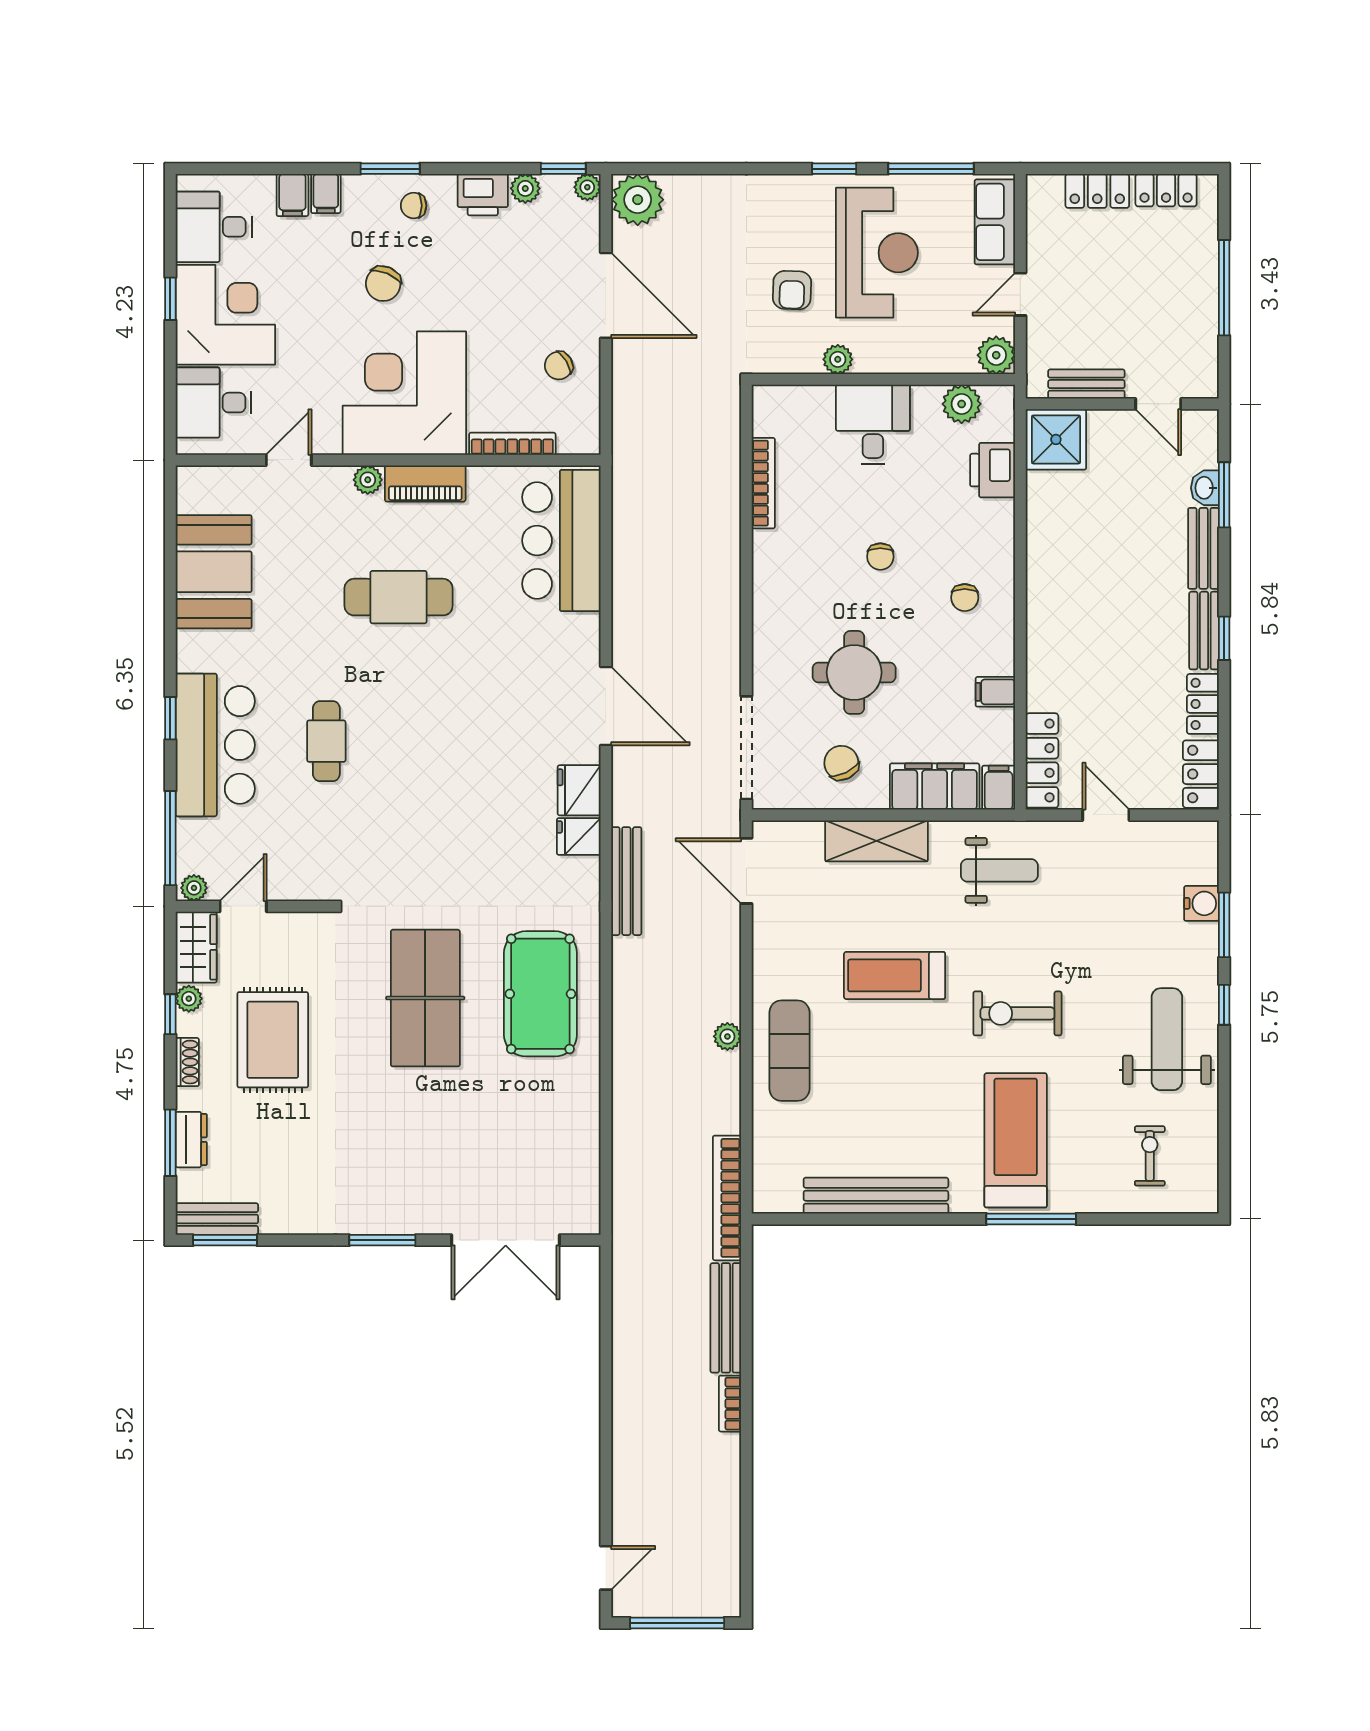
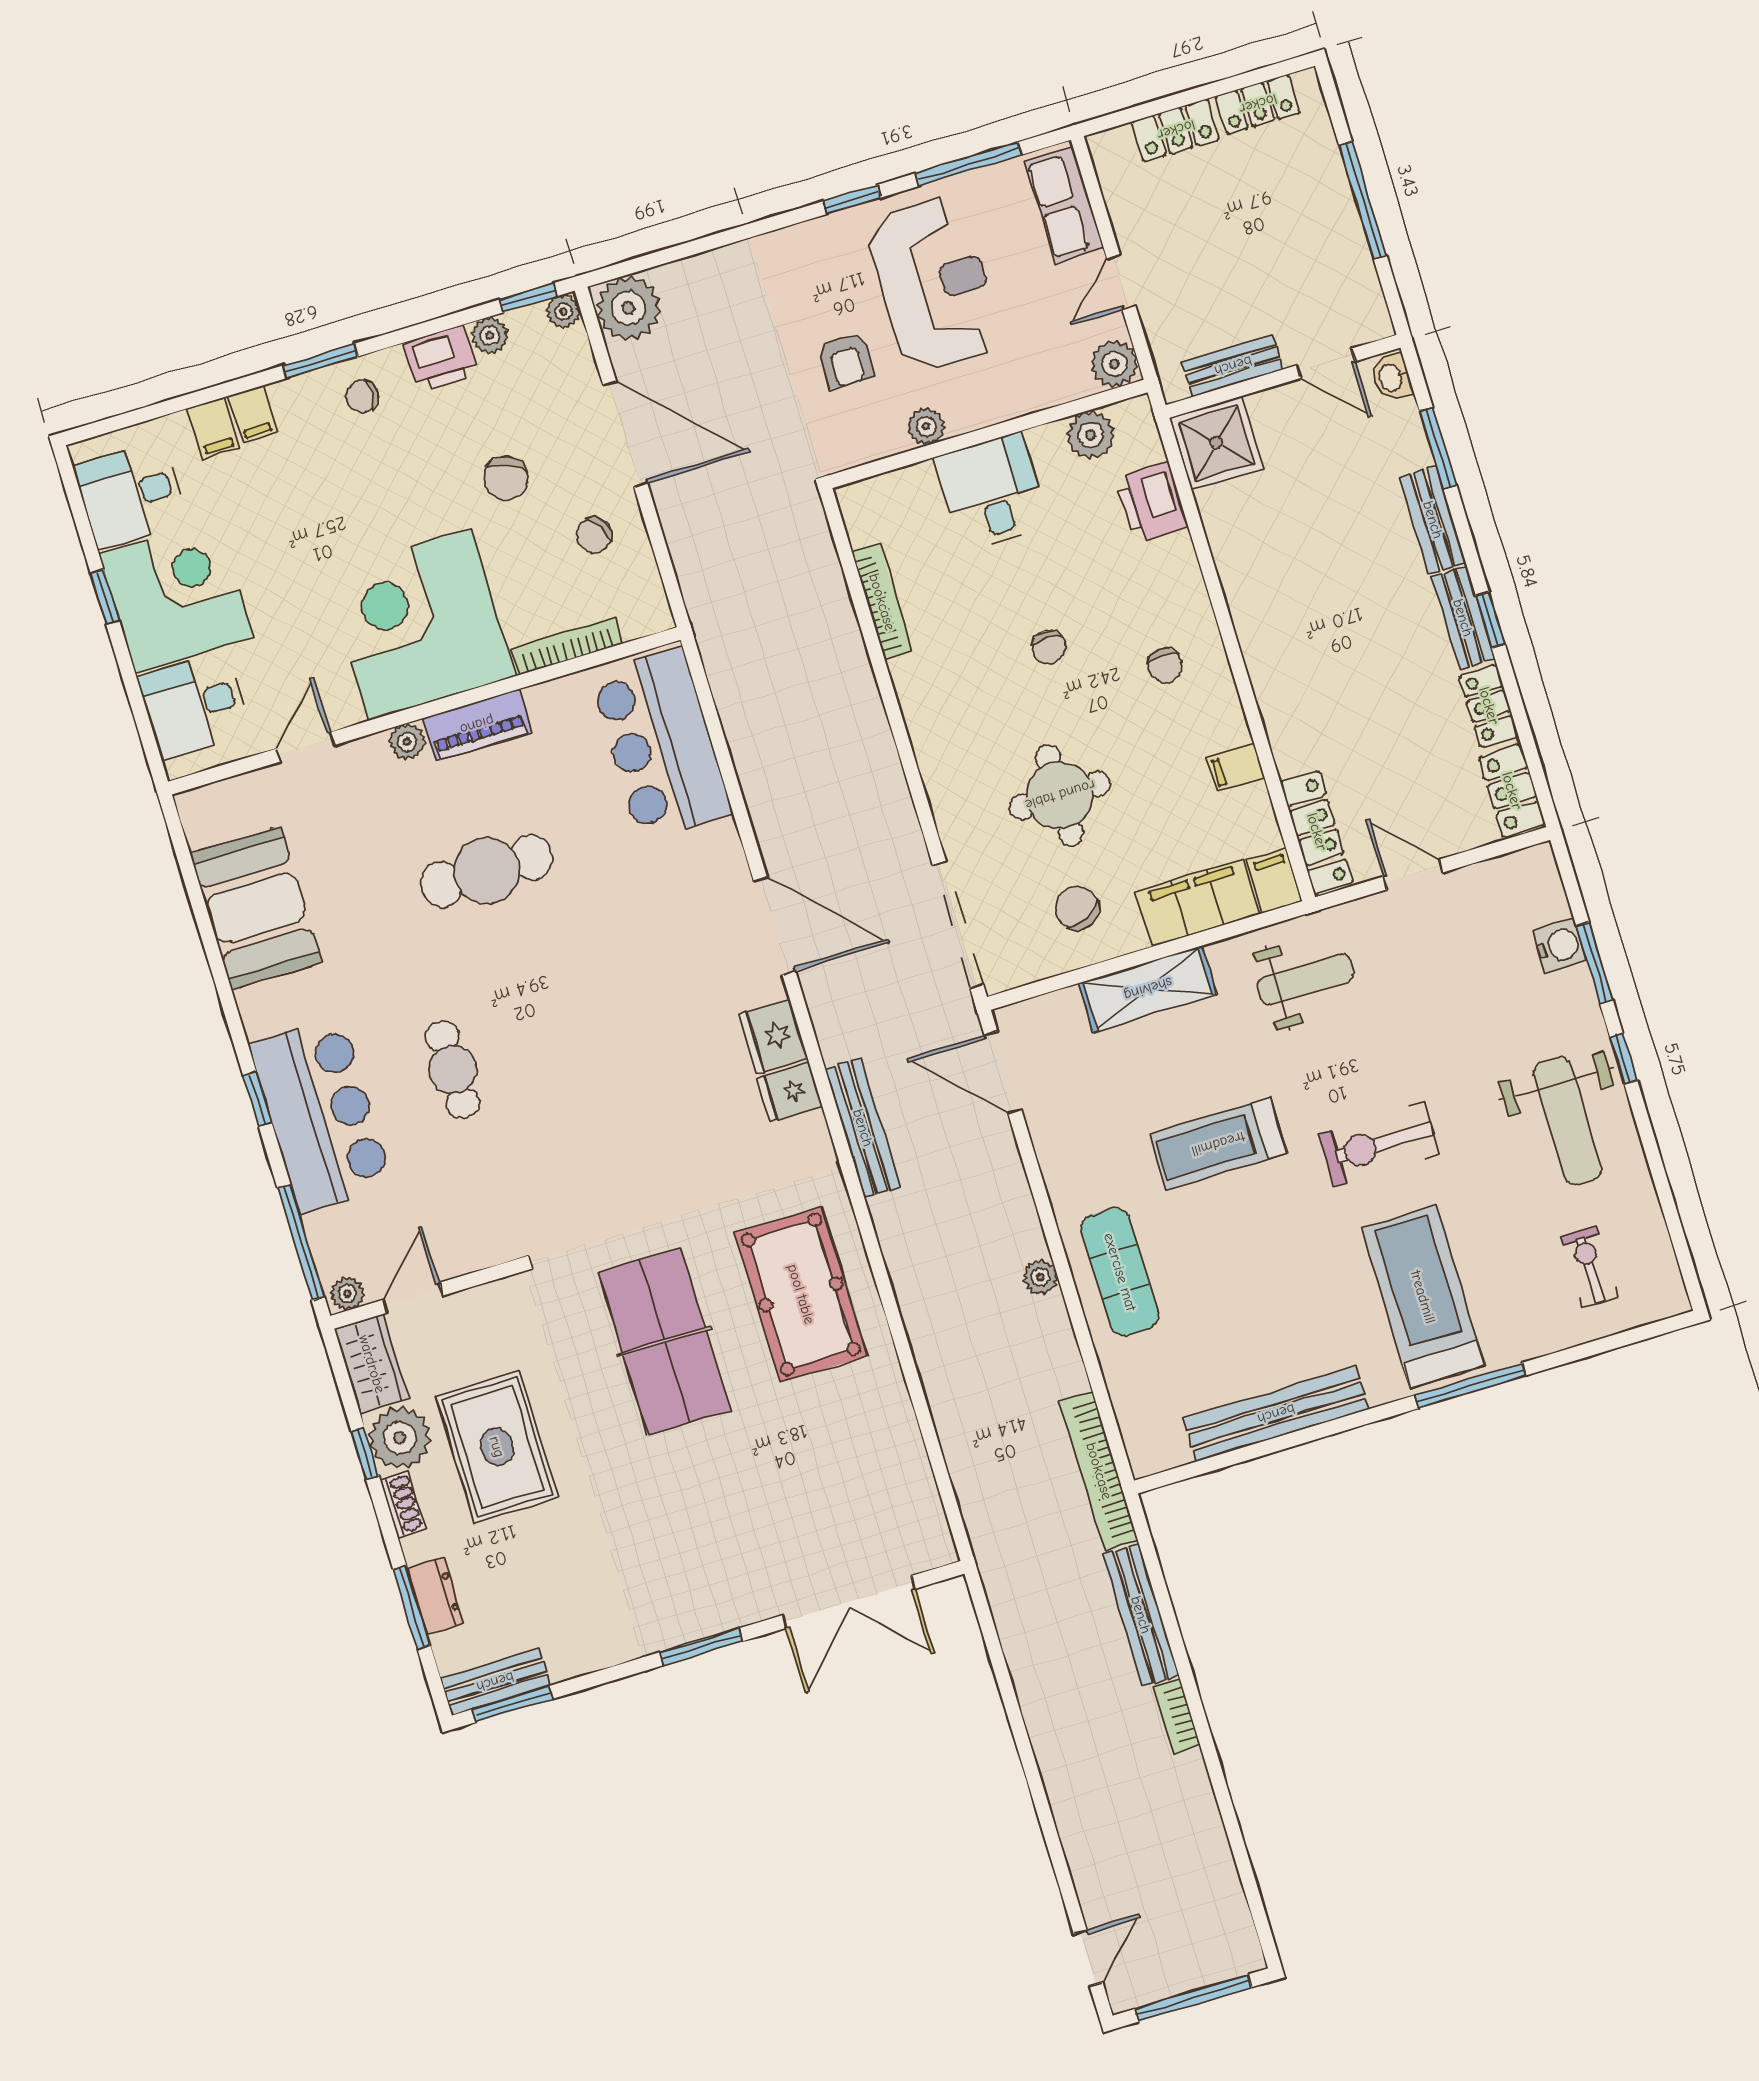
chair: (383, 284) -> (506, 478), moved
washbasin: (1205, 488) -> (1391, 377), moved
plant: (189, 999) -> (400, 1438), width x1.88, depth x1.88
weight bench: (1167, 1039) -> (1567, 1121), turned 180

